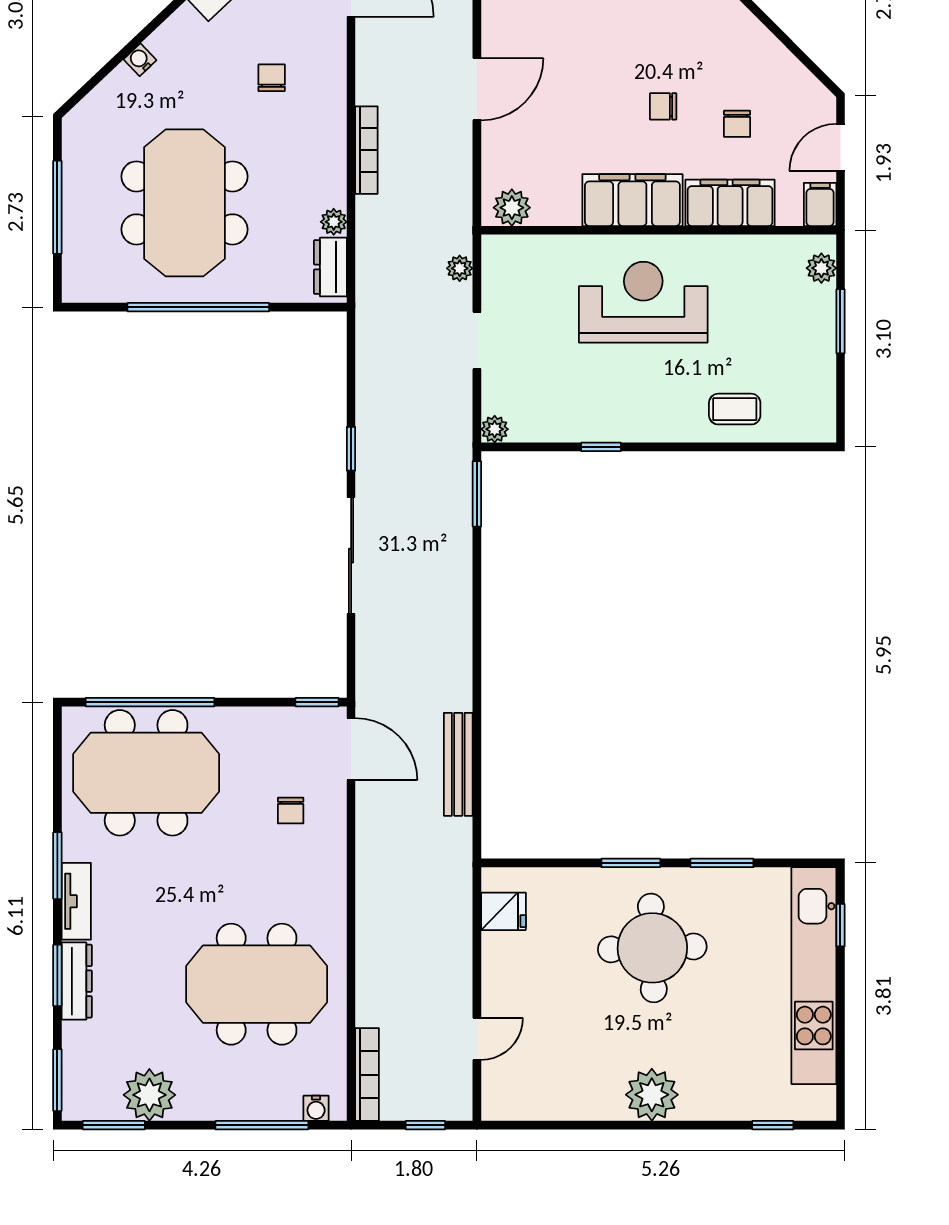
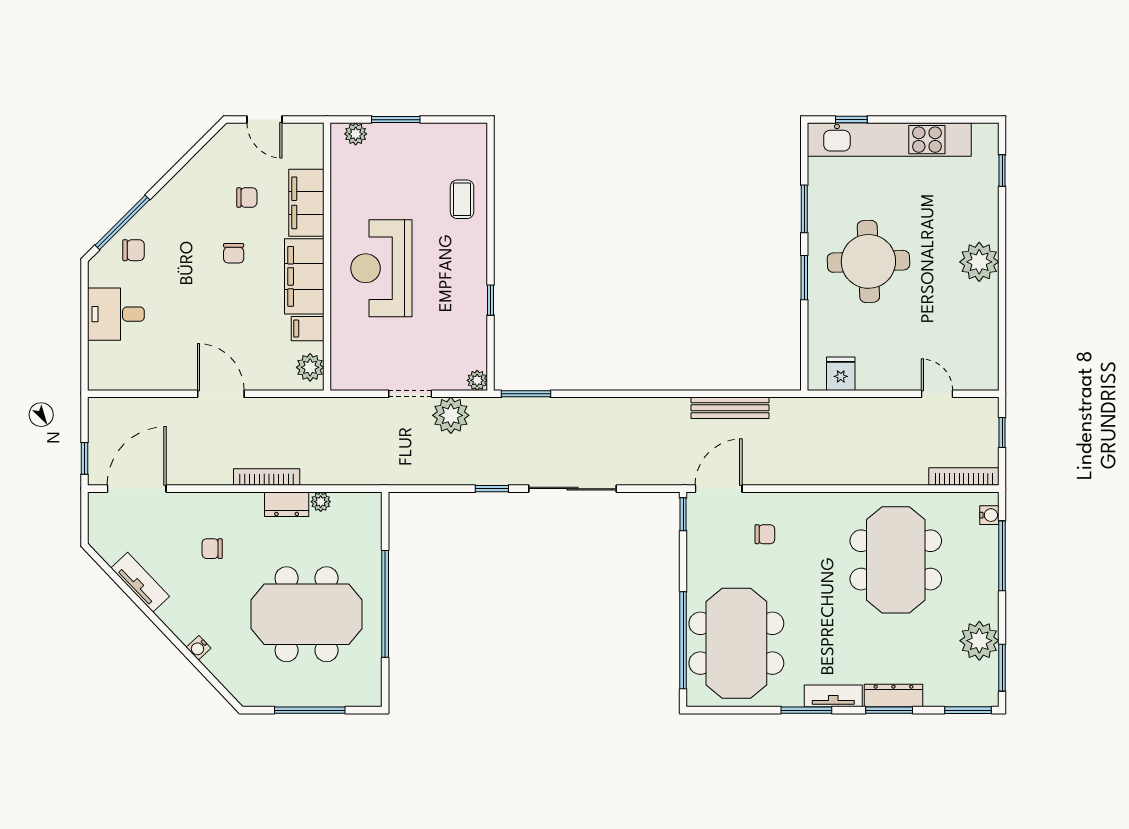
filing cabinet: (820, 204) -> (308, 329), moved
dresser: (330, 267) -> (287, 504), moved
plant: (460, 268) -> (451, 415), moved, width x1.87, depth x1.87

